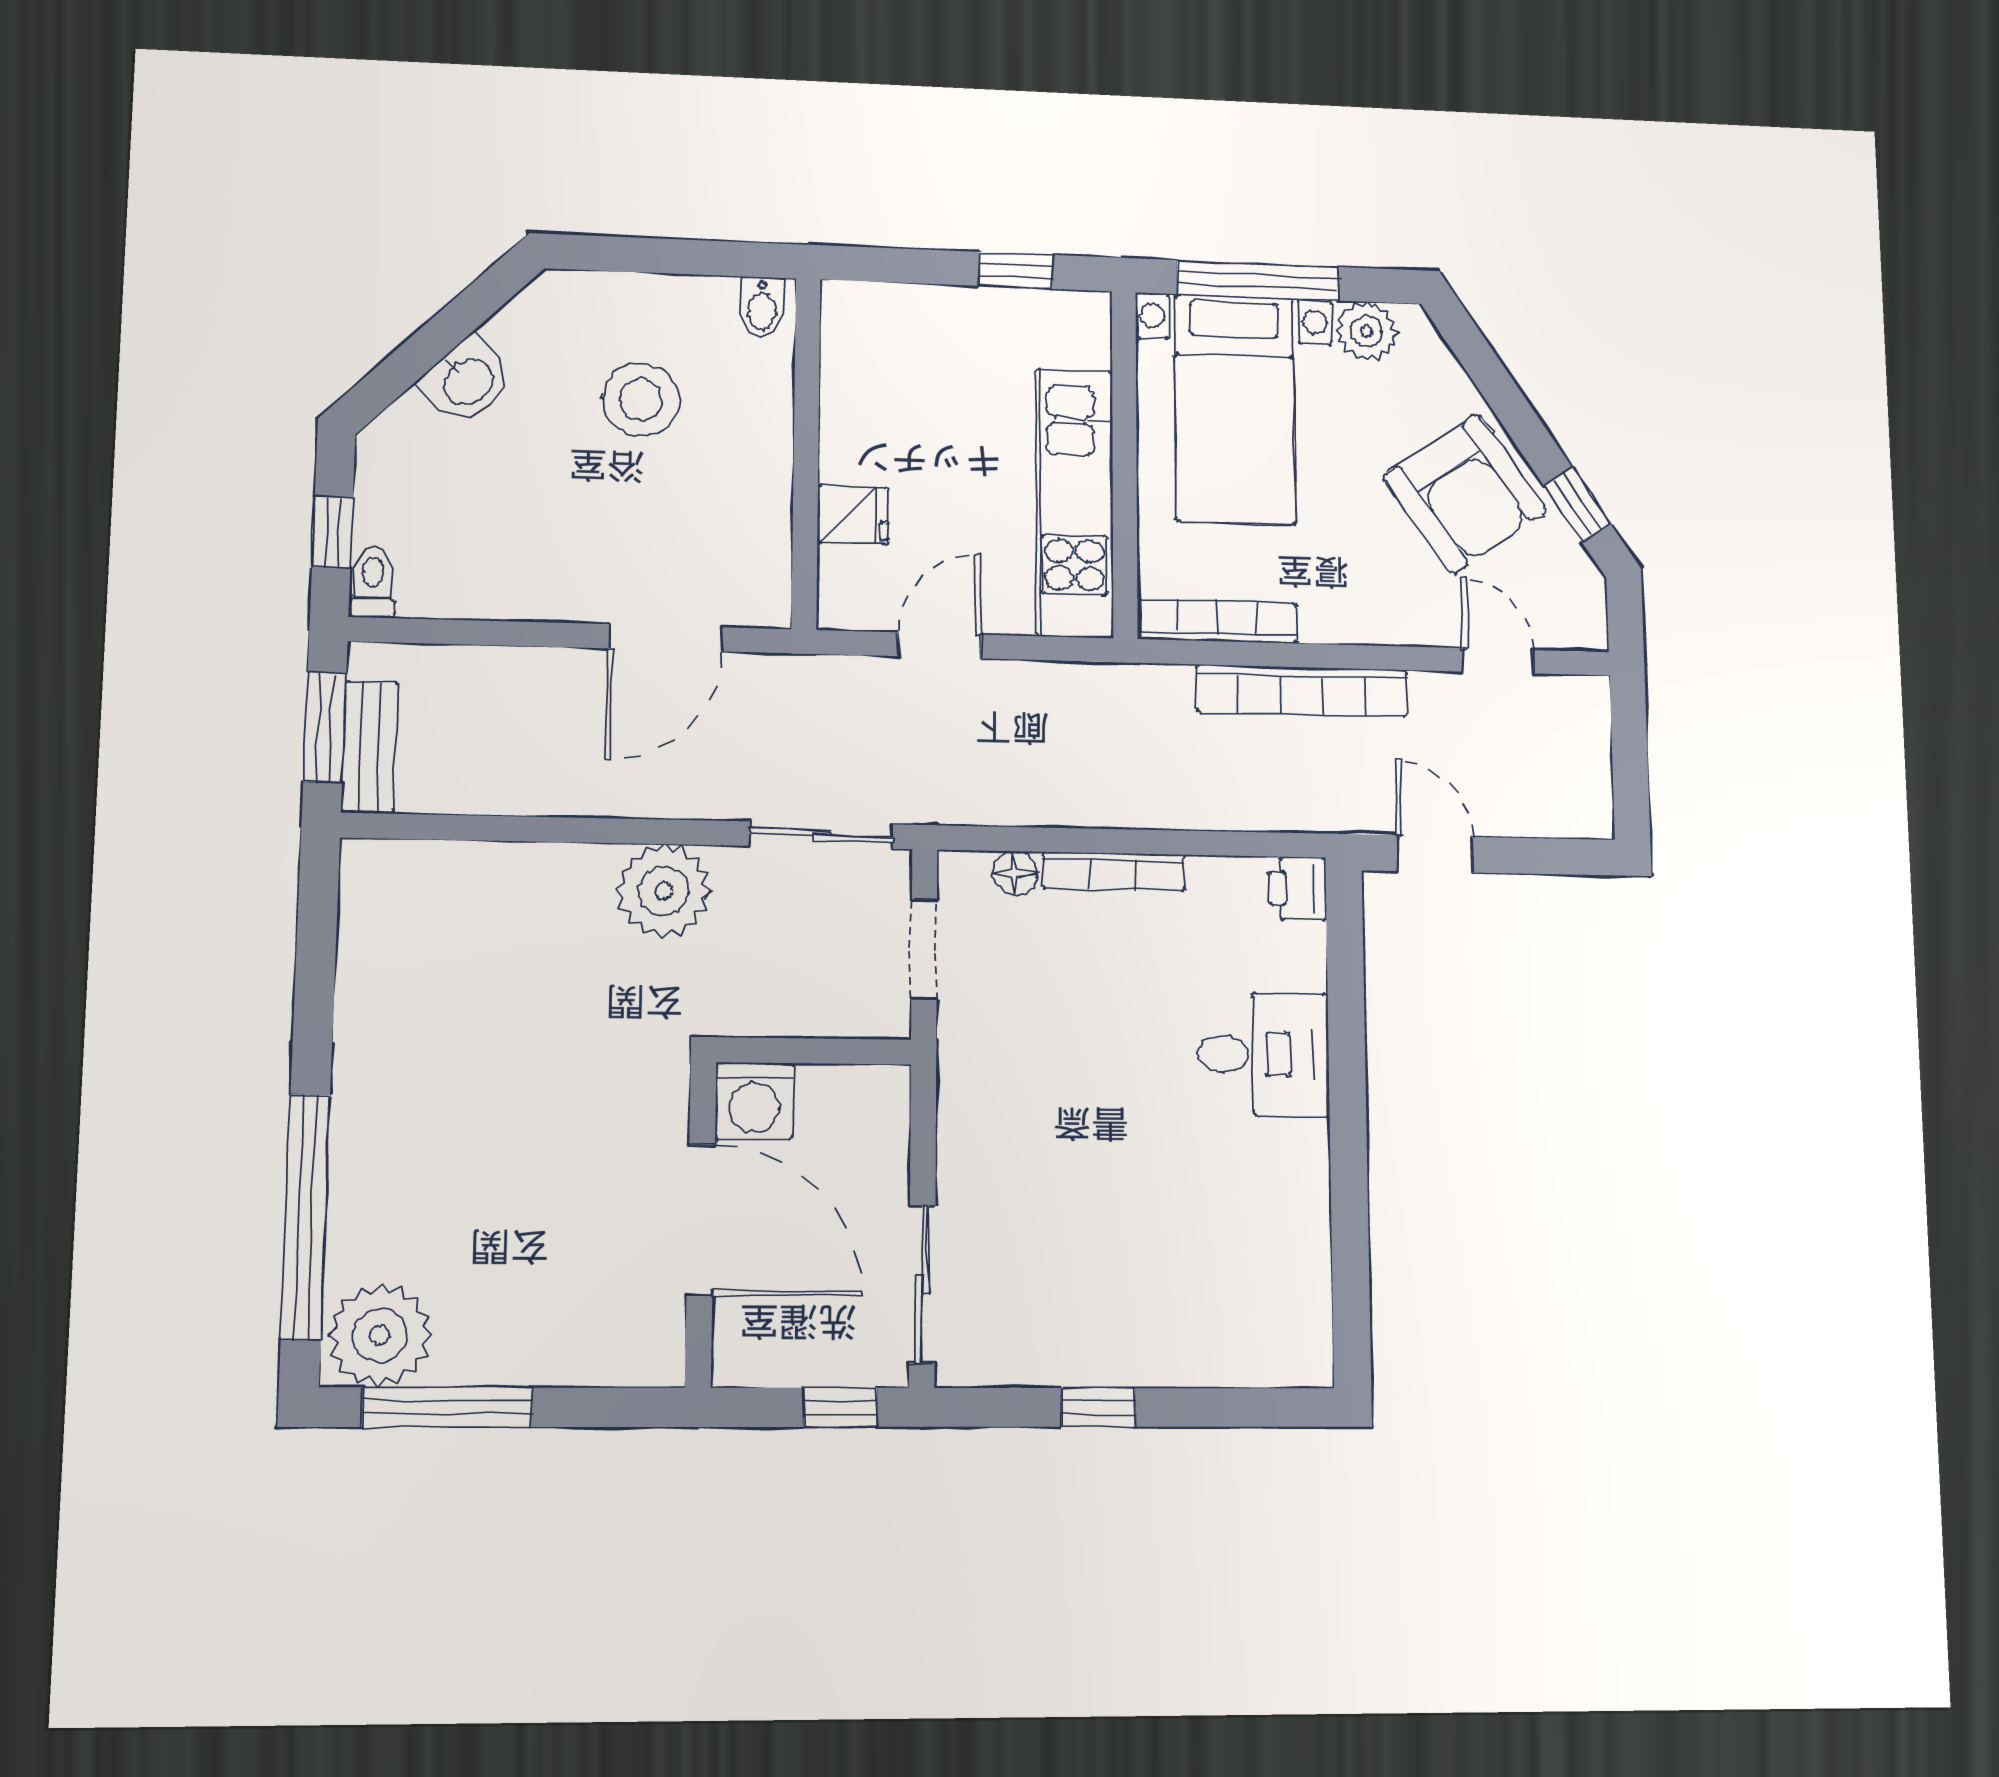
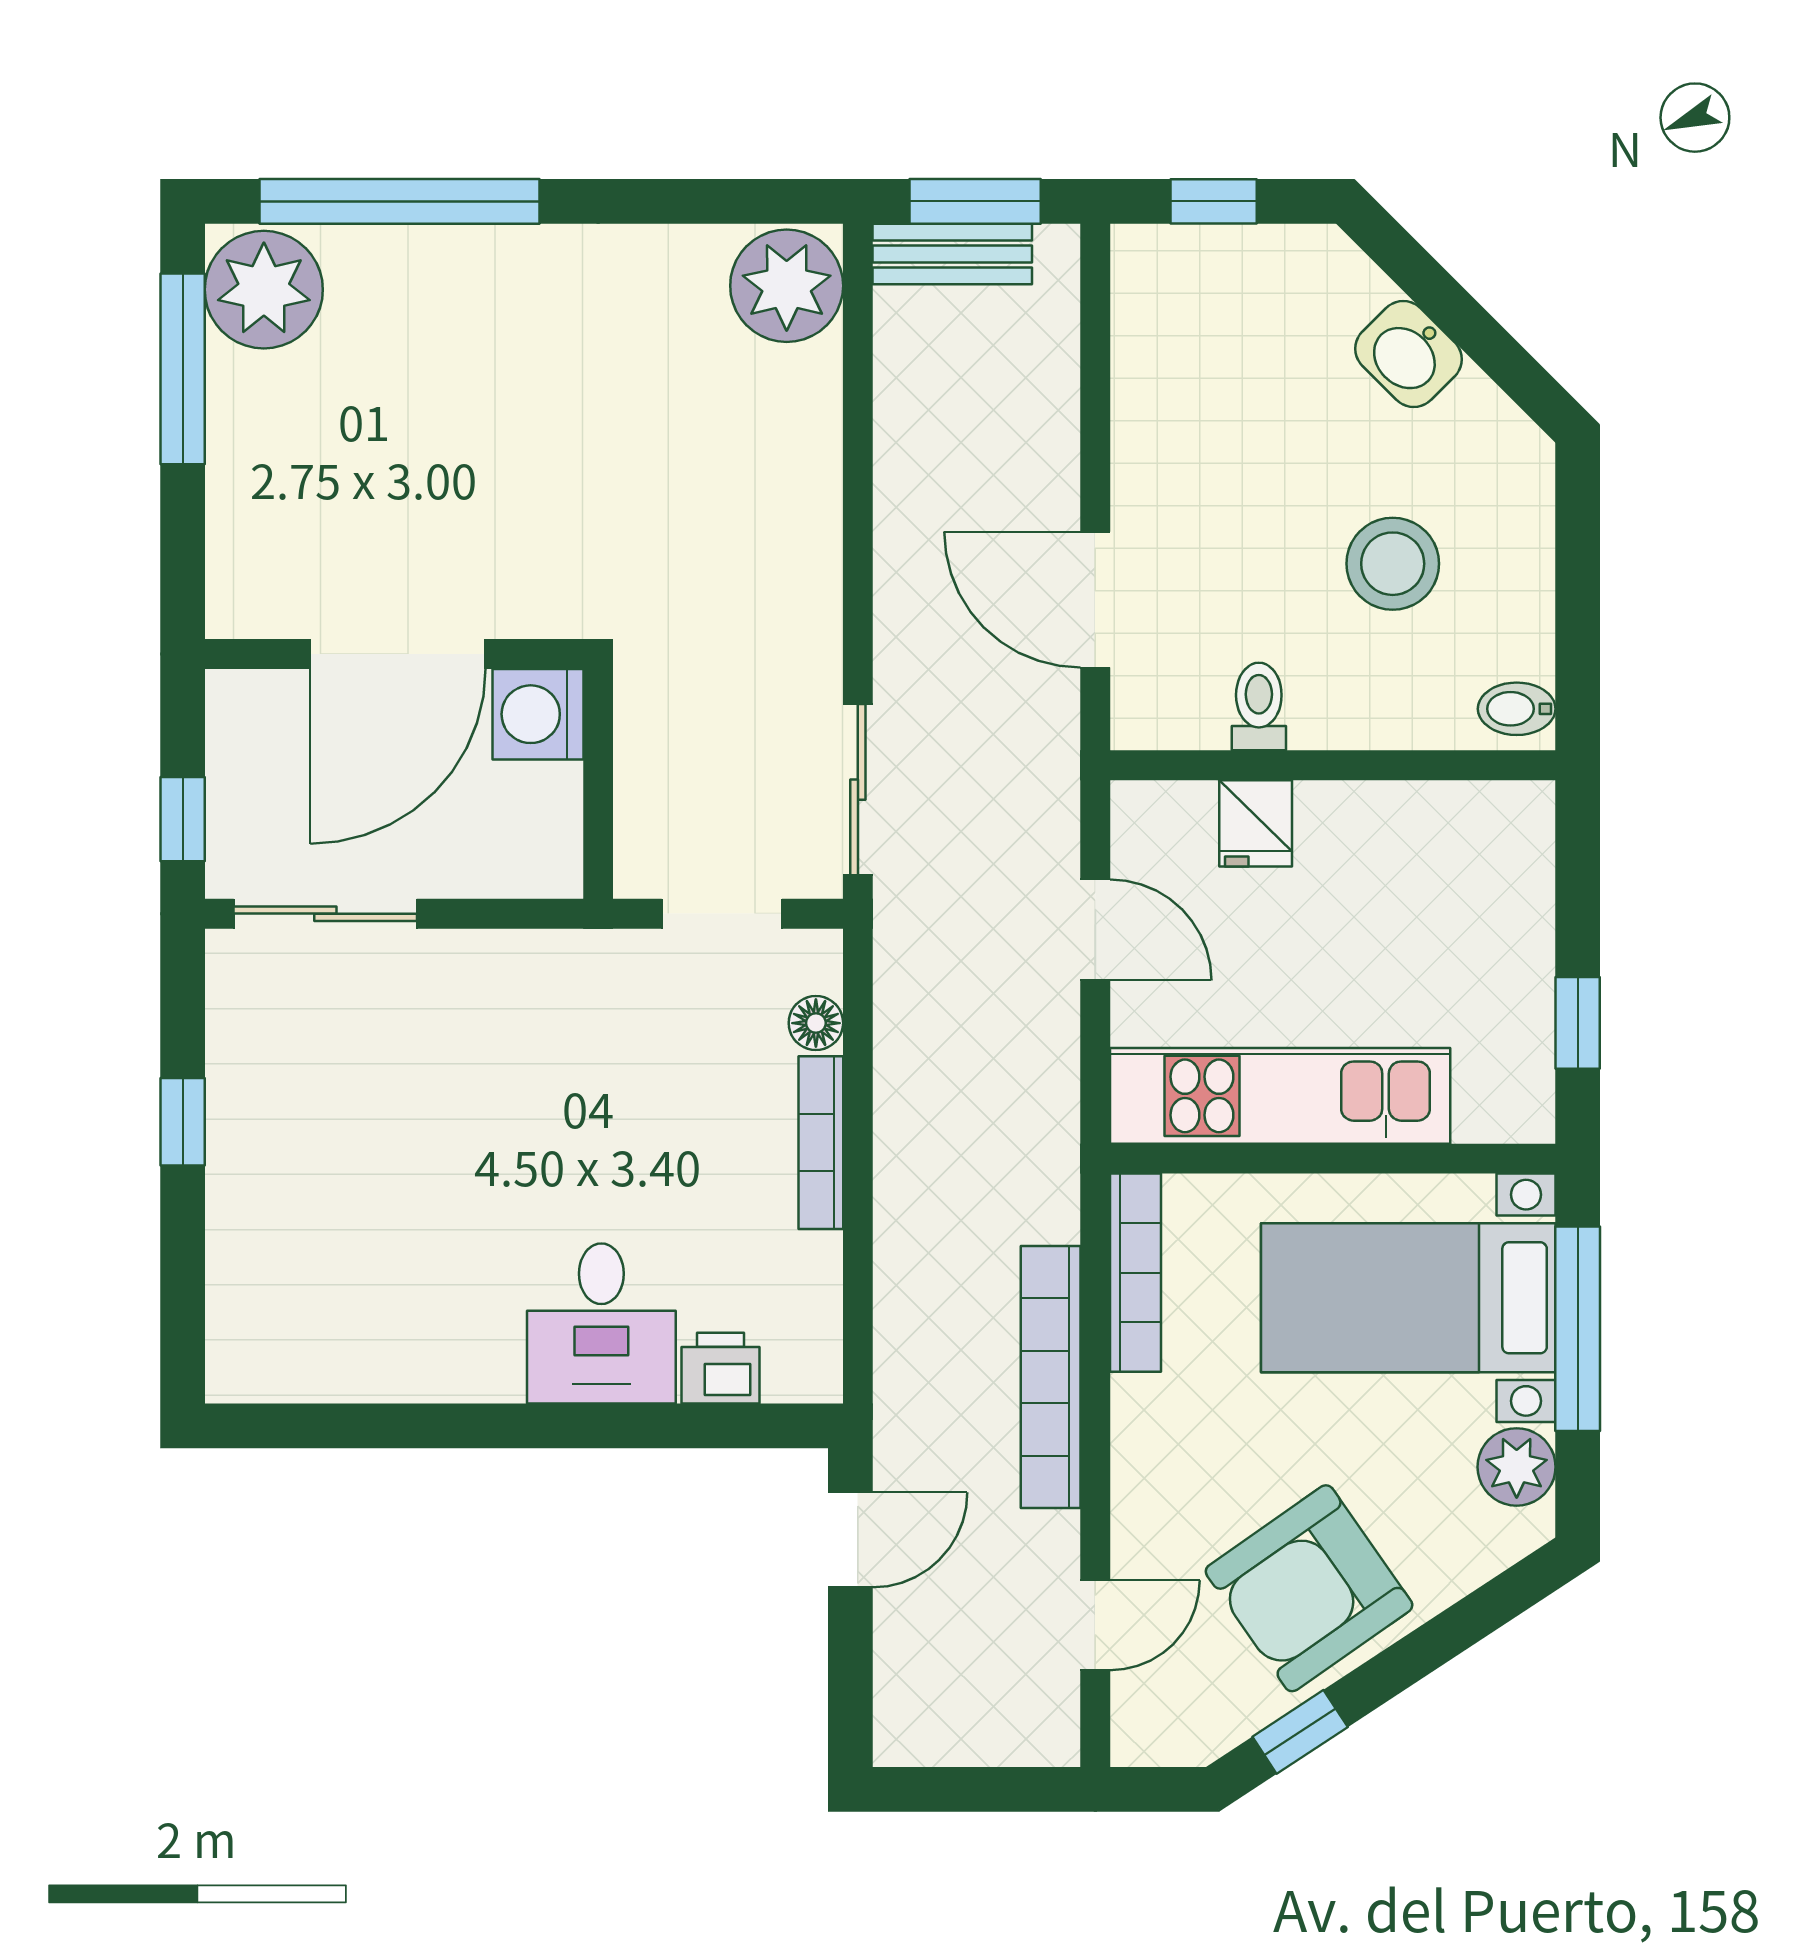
toilet: (373, 582) -> (1259, 707), moved, turned -90
printer: (1297, 889) -> (720, 1368), moved
plant: (664, 891) -> (787, 286), moved

